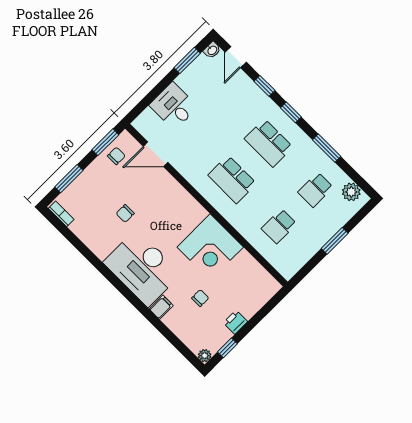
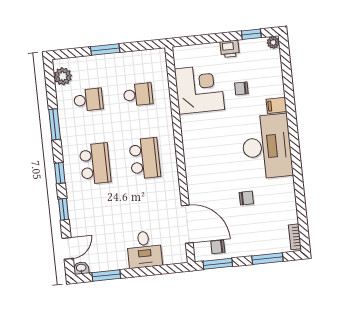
door: (156, 154) -> (187, 224), width x1.36
corner desk: (210, 247) -> (199, 89), moved

